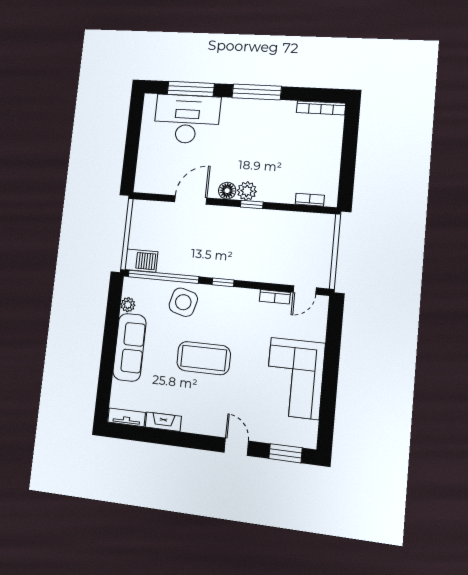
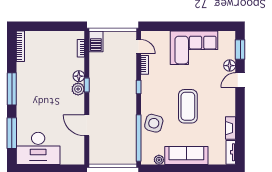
desk: (187, 119) -> (38, 148), moved, turned -90
floor lamp: (227, 191) -> (79, 76), moved
barbecue: (141, 261) -> (96, 41), moved, turned 180
window: (223, 282) -> (139, 87), moved
floor lamp: (261, 433) -> (230, 66), added

